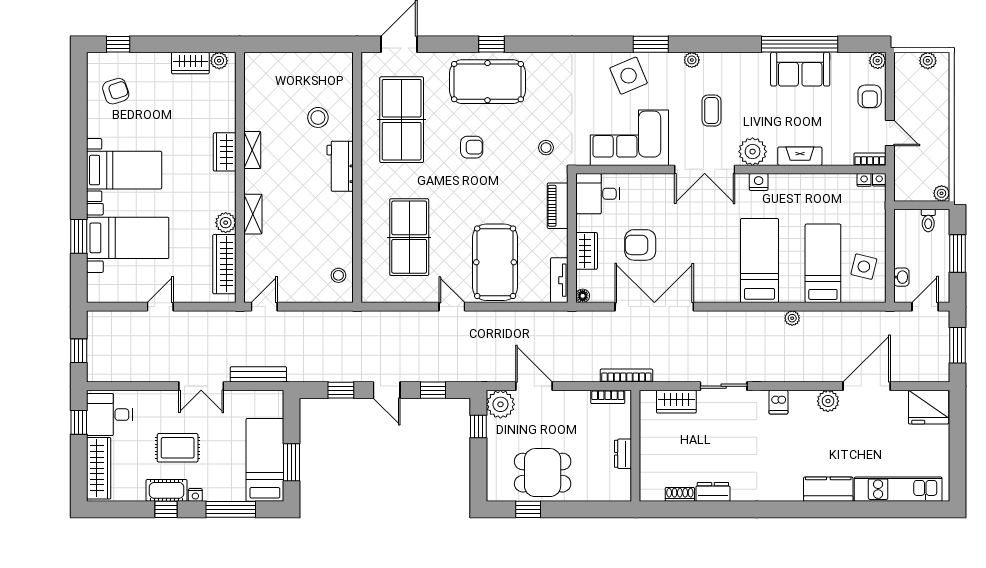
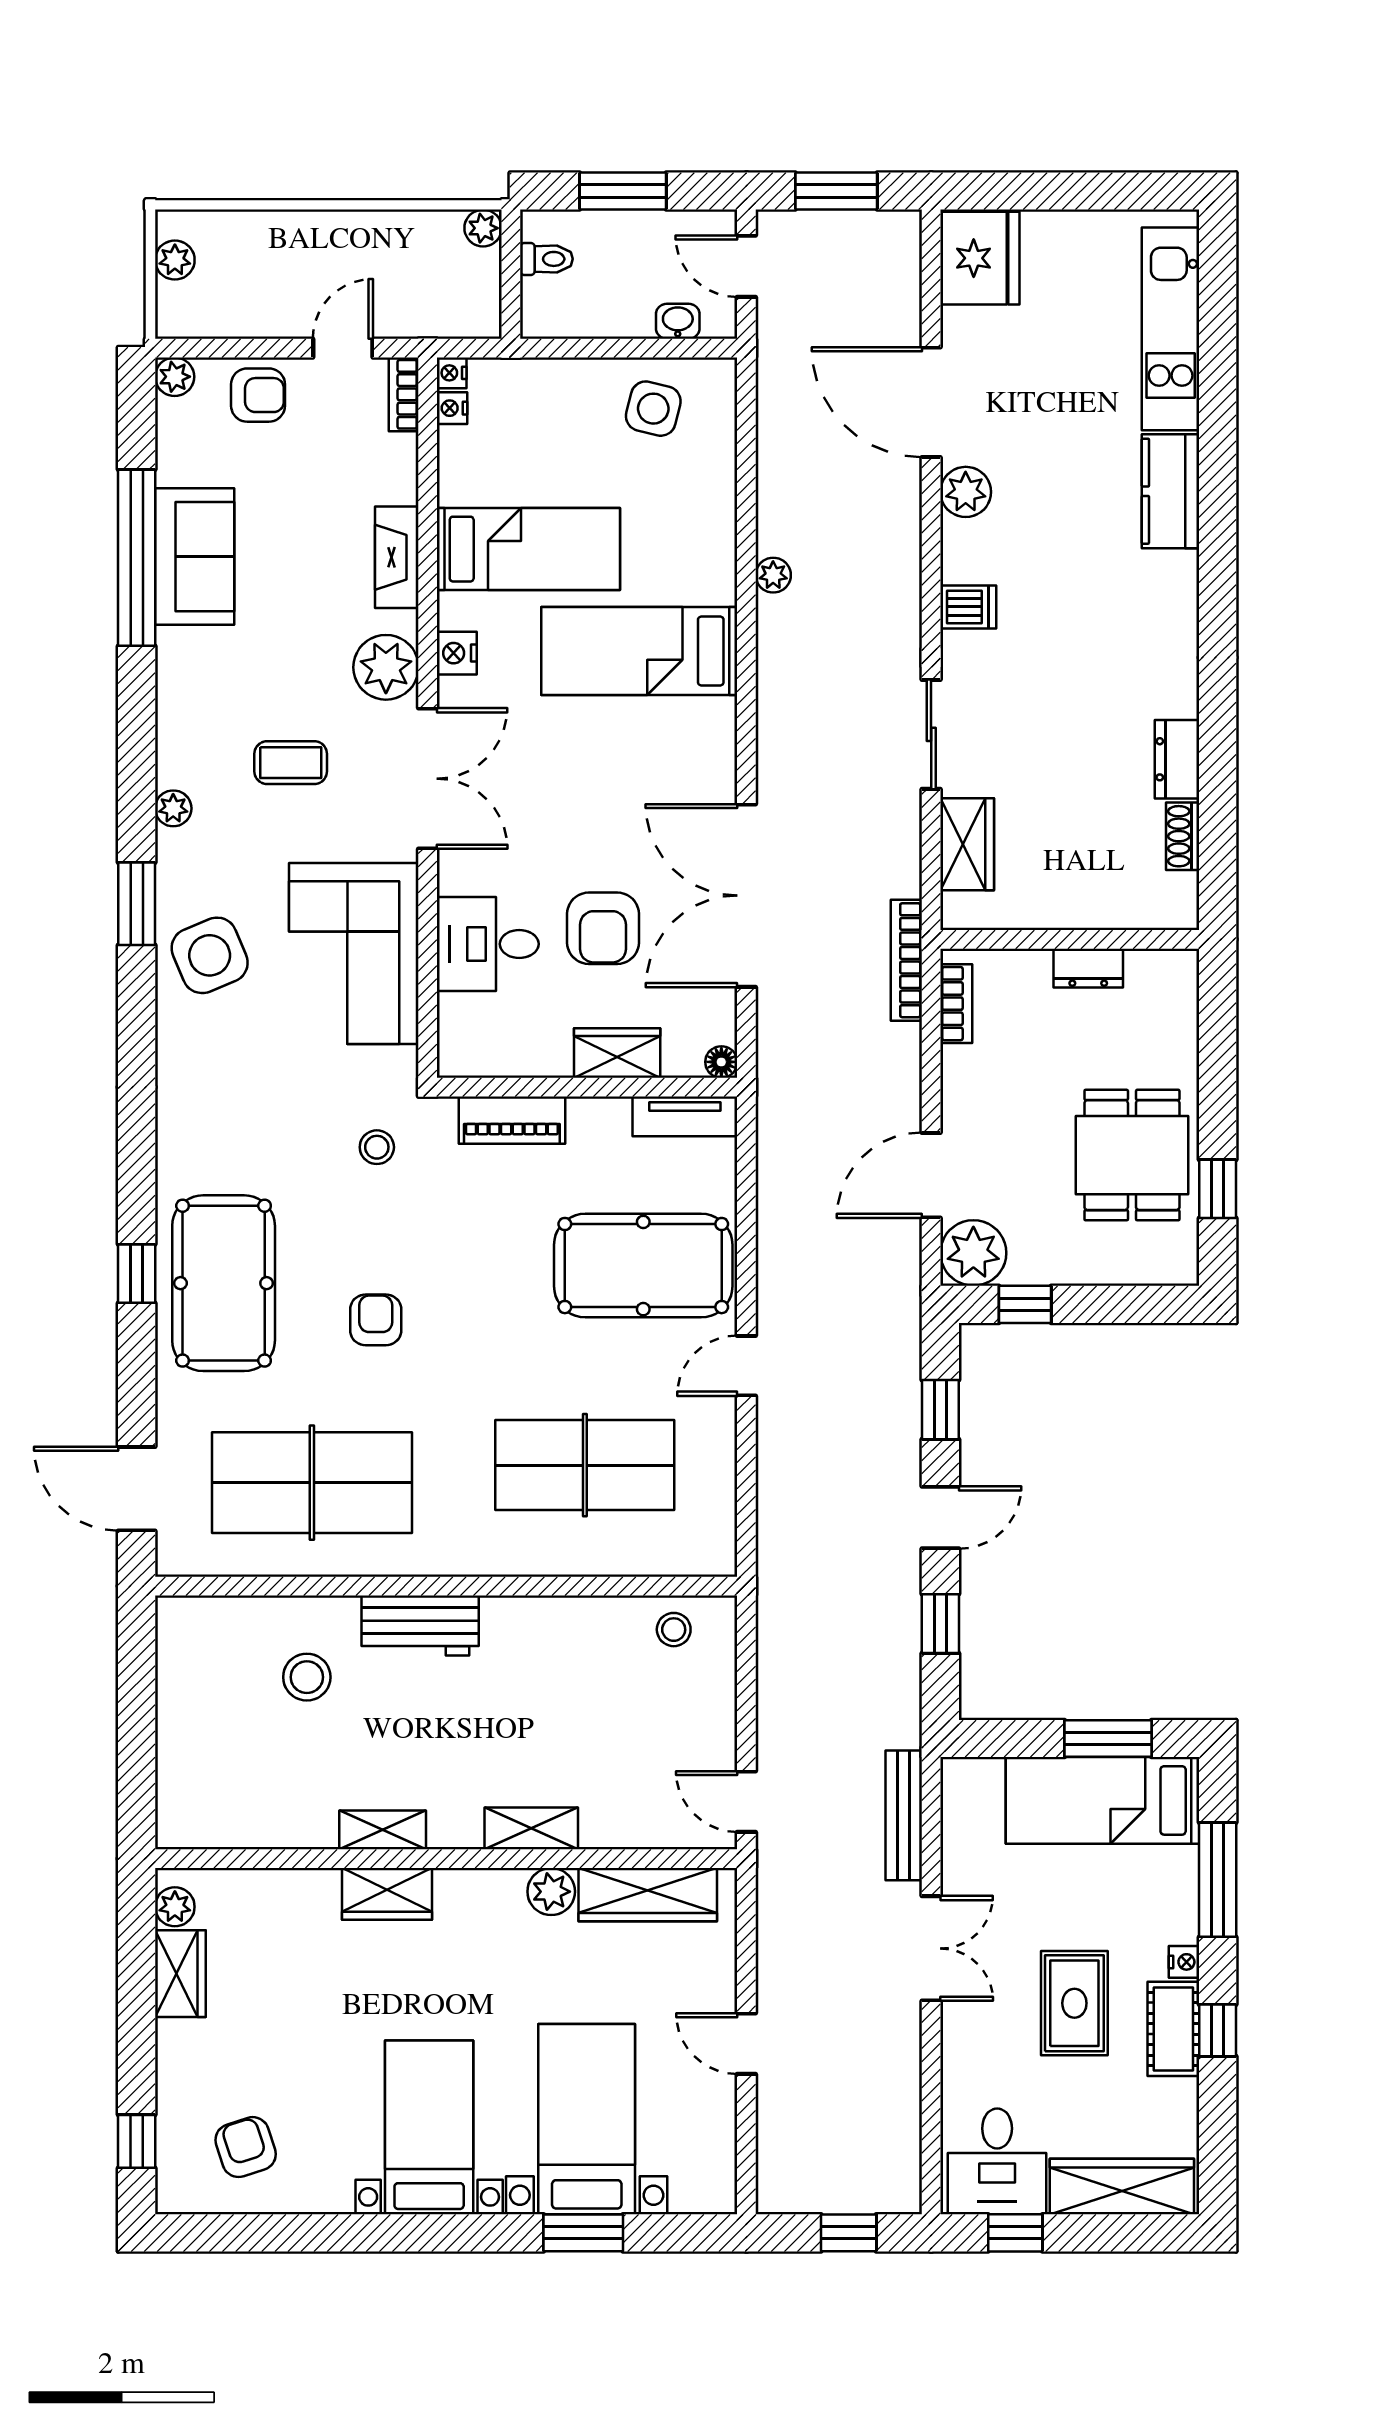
desk: (598, 194) -> (488, 944), moved, turned 90
bed: (823, 263) -> (528, 549), moved, turned 180

